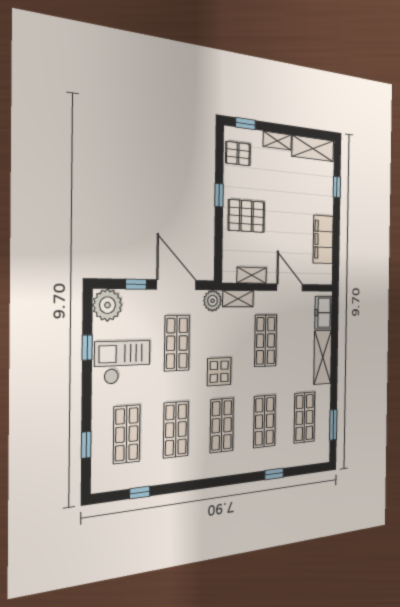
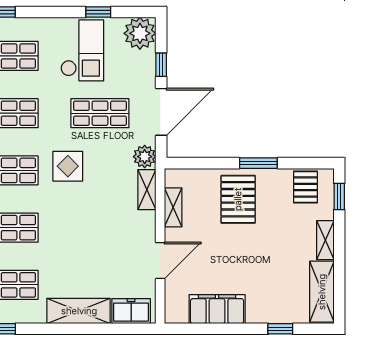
window: (219, 195) -> (258, 163), width x1.50
shop shelf: (266, 341) -> (100, 228), removed

